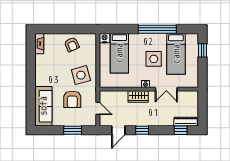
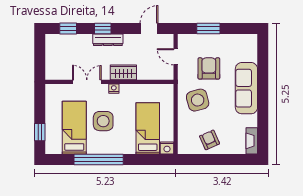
sofa: (43, 106) -> (246, 88), moved
dresser: (186, 122) -> (108, 40), moved
window: (142, 130) -> (103, 28), moved

